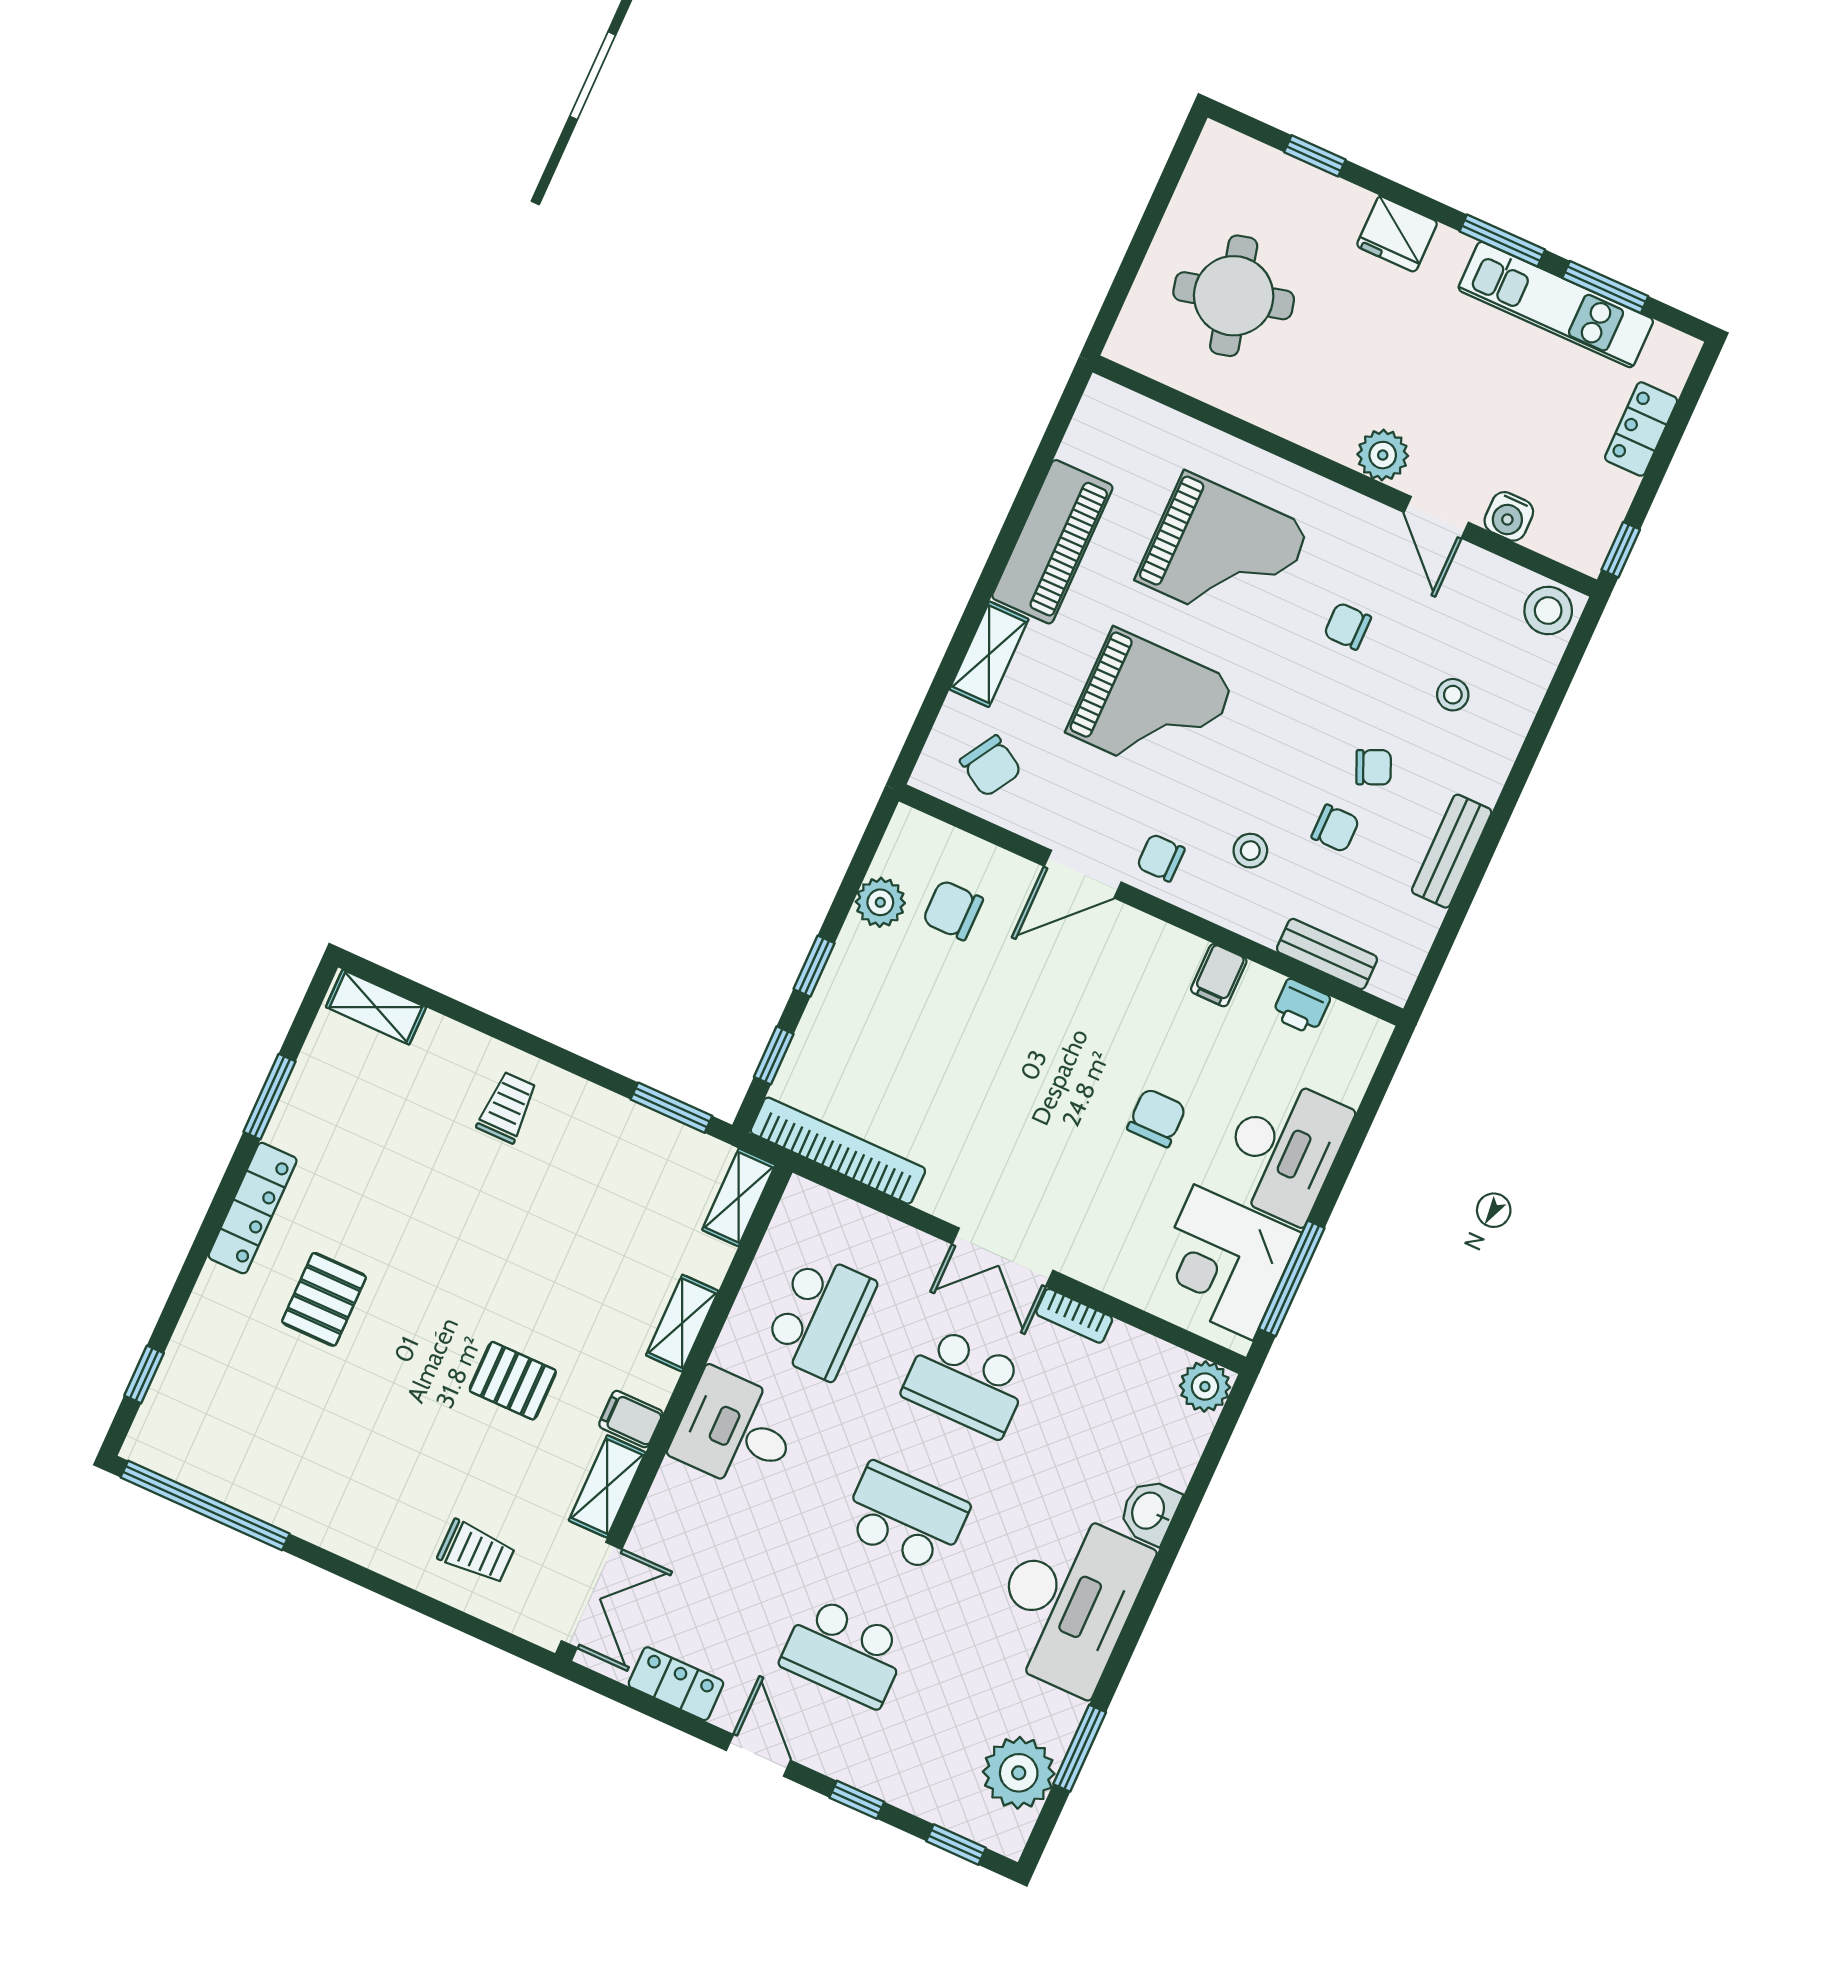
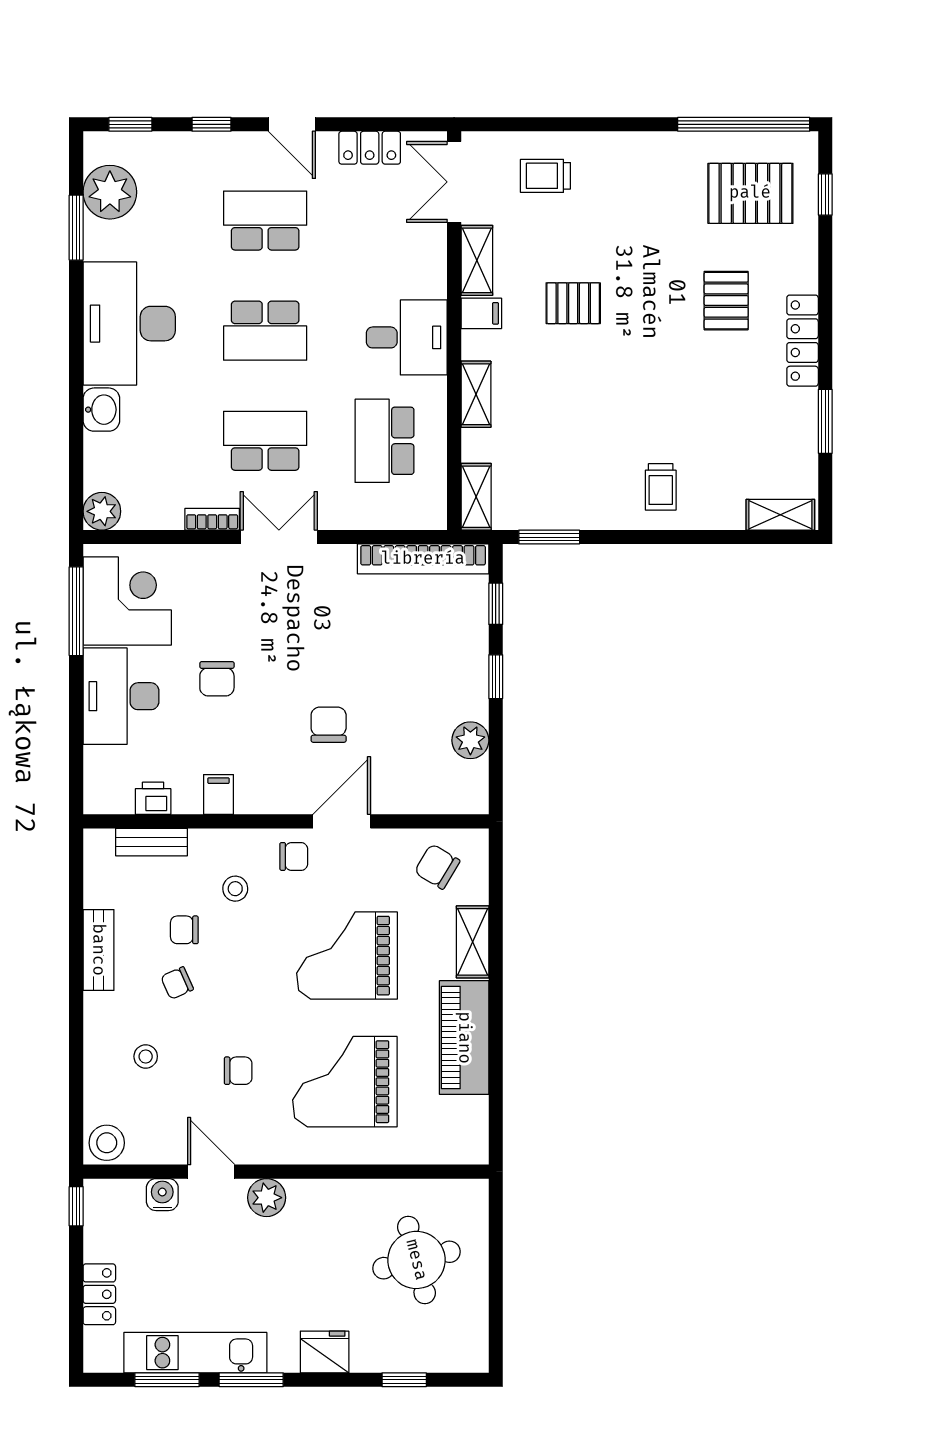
chair: (953, 910) -> (329, 725), moved, turned -90
pallet: (235, 1417) -> (750, 193), added

